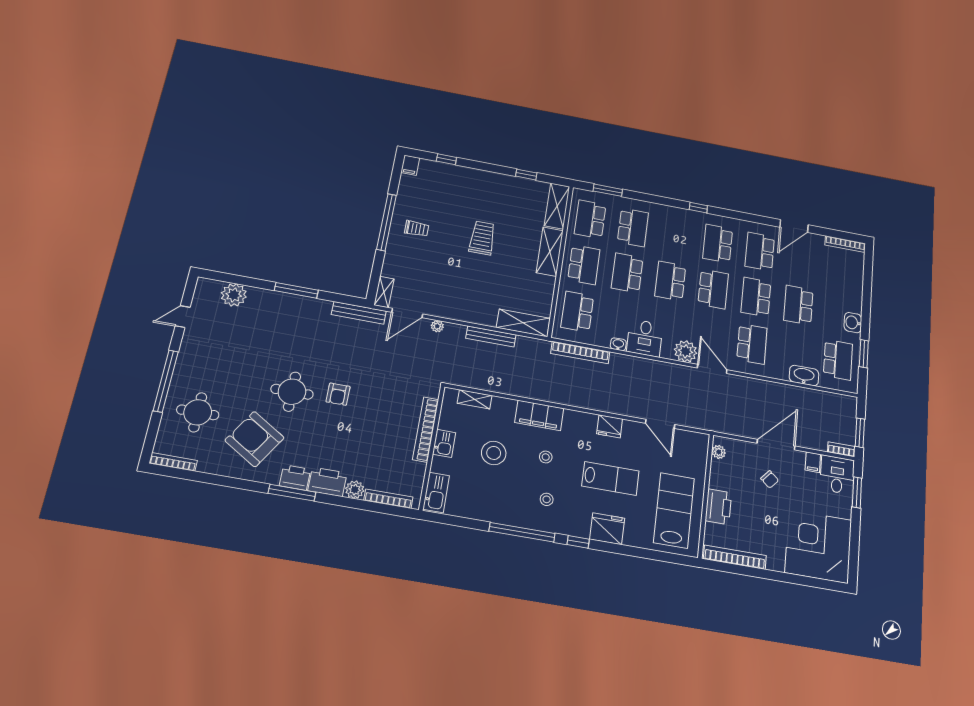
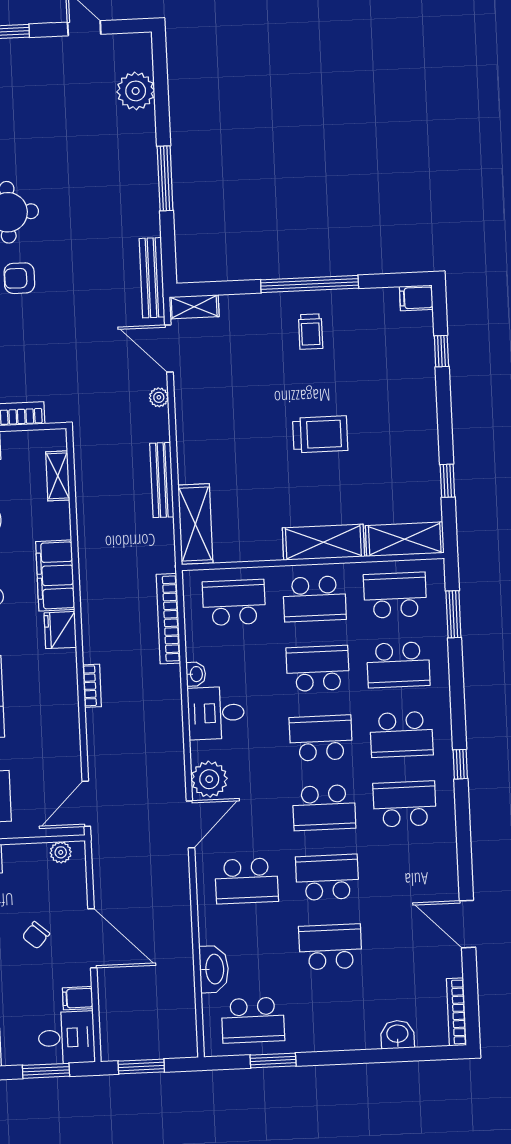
school desk: (760, 251) -> (401, 734), moved, turned 180
washbasin: (853, 323) -> (397, 1034), moved
door: (660, 424) -> (86, 804), moved
fridge: (610, 426) -> (60, 630), moved
bookcase: (841, 449) -> (92, 686), moved

